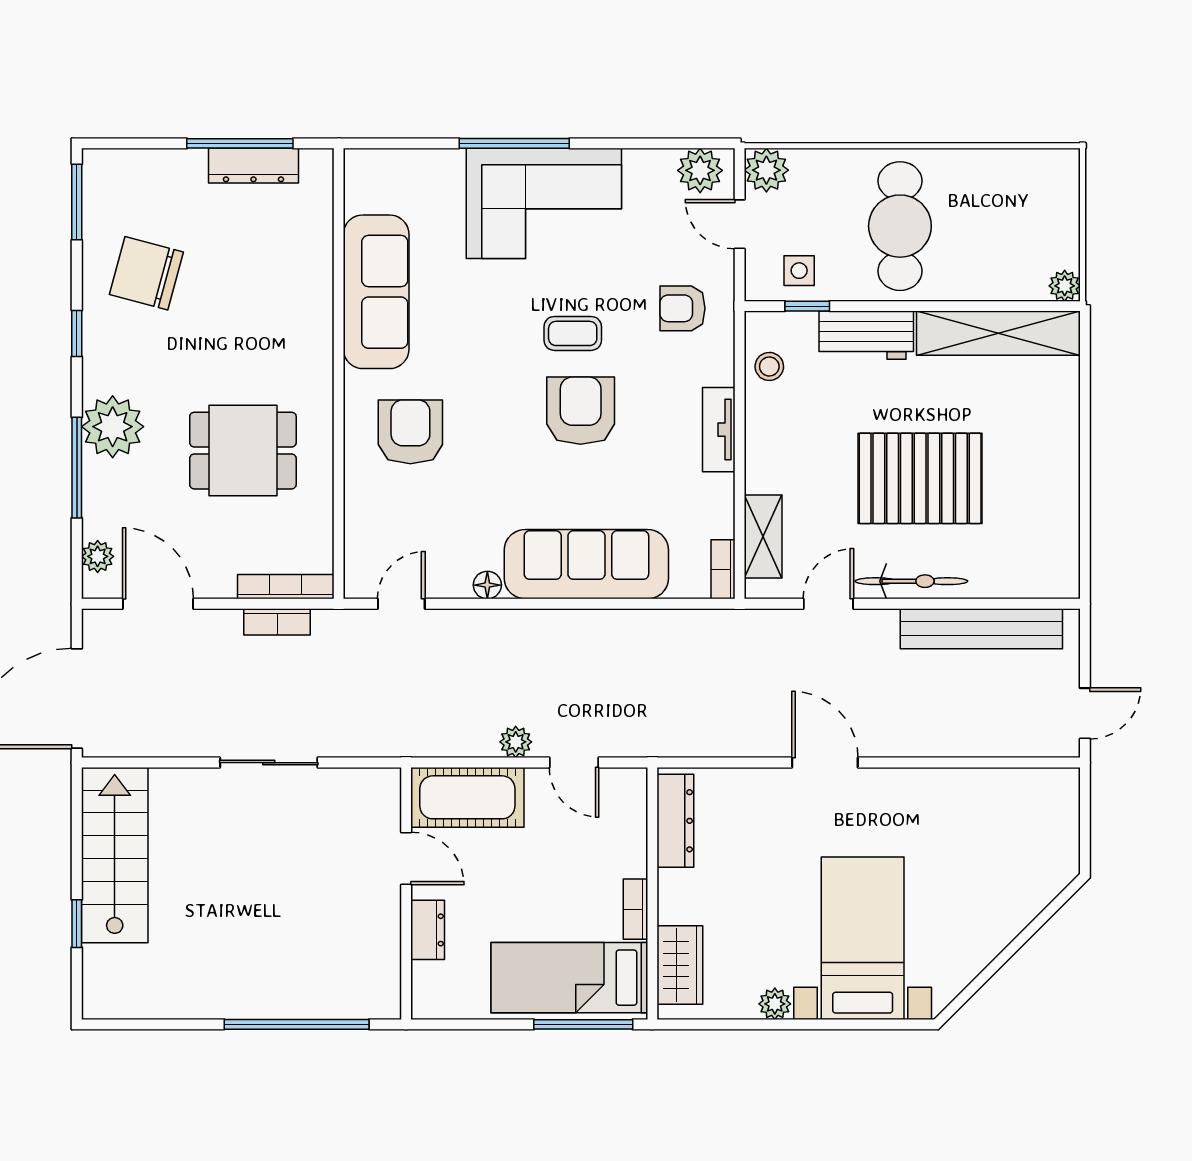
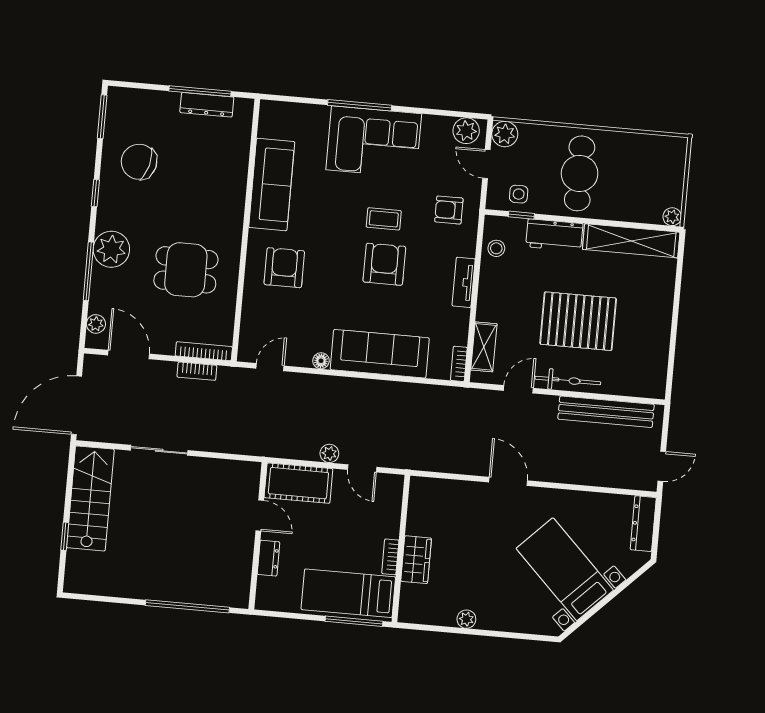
sliding door: (269, 763) -> (159, 450), moved
dresser: (675, 821) -> (643, 524), moved, turned 180
bed with nightstands: (863, 938) -> (565, 569), moved, turned -45
wardrobe: (680, 965) -> (416, 560), moved

